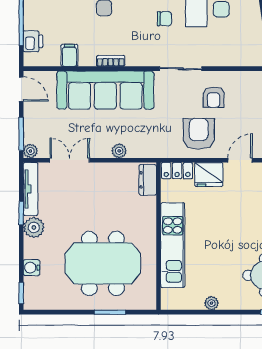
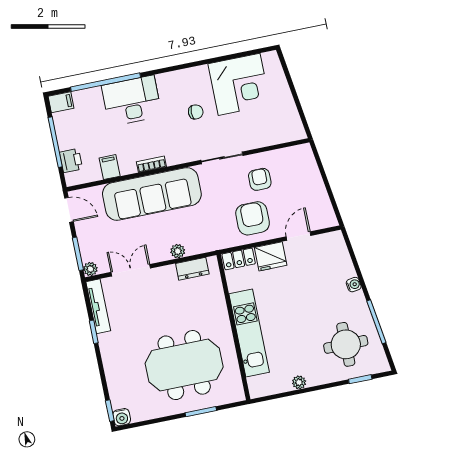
armchair: (214, 97) -> (260, 179), turned 180
dresser: (148, 180) -> (192, 269), moved, turned -90
plant: (34, 227) -> (109, 343), removed
water cooler: (32, 268) -> (122, 417), moved, turned -90

